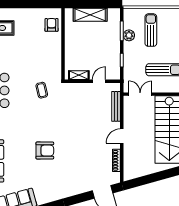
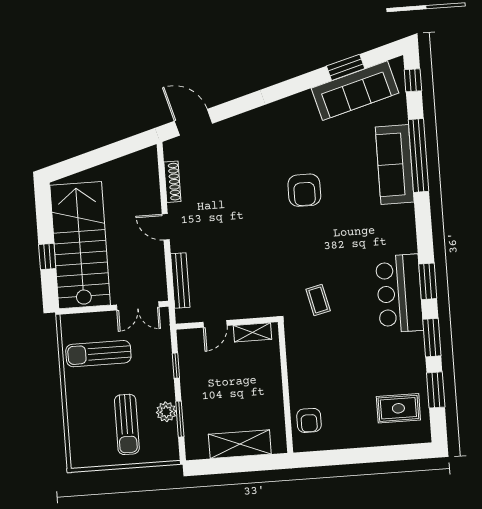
door: (122, 136) -> (166, 227), swing flipped
armchair: (45, 151) -> (304, 190), turned -90

